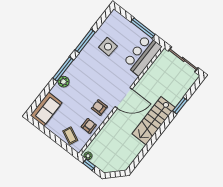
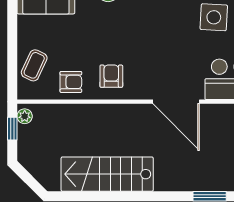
door: (124, 98) -> (176, 102), moved
stairs: (154, 121) -> (107, 174), moved

